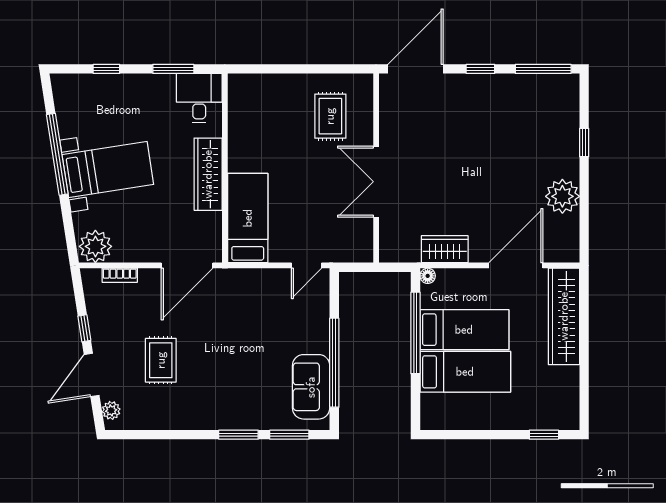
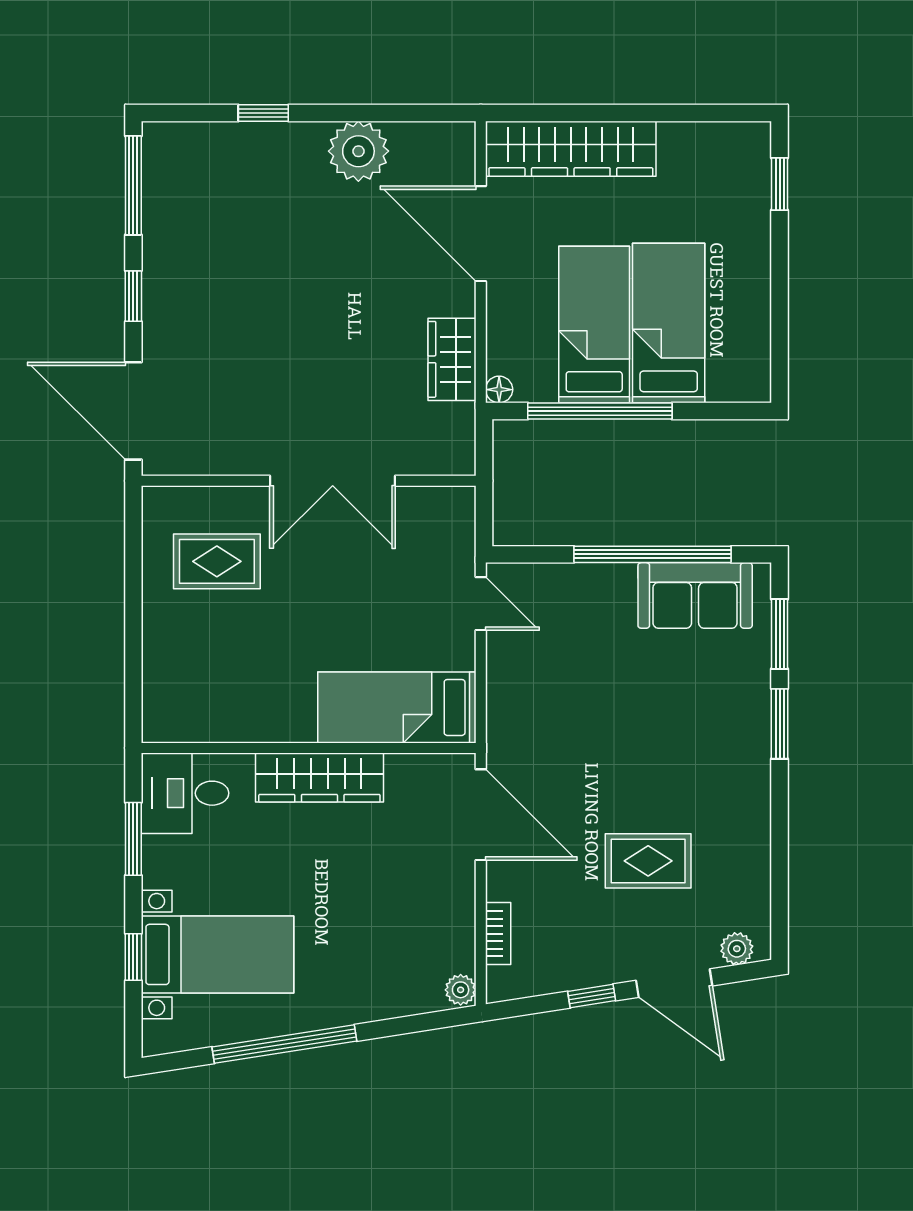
bed with nightstands: (108, 169) -> (218, 954), moved, turned 99
plant: (95, 246) -> (461, 990), width x0.53, depth x0.53

